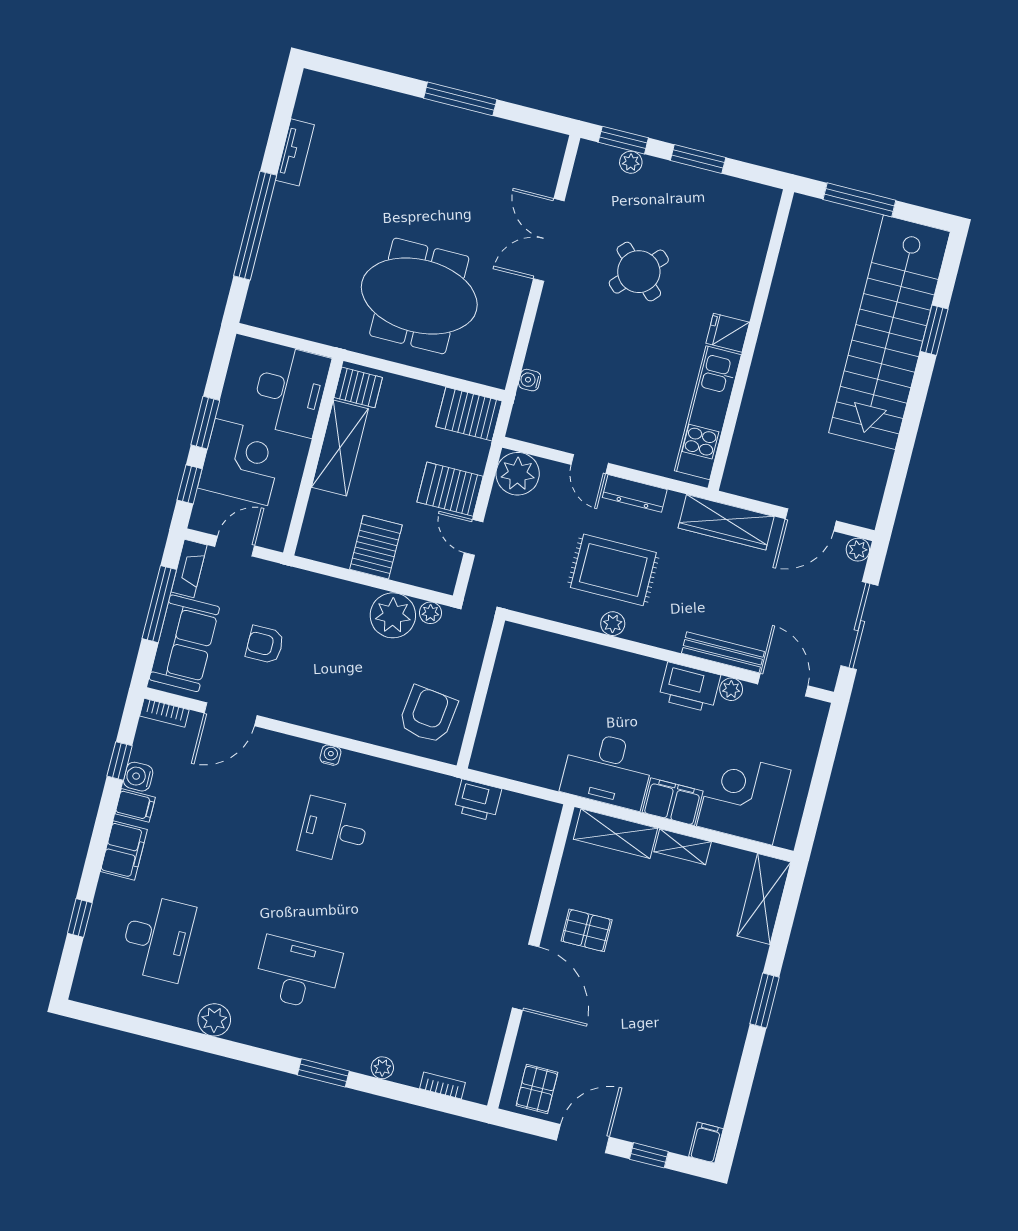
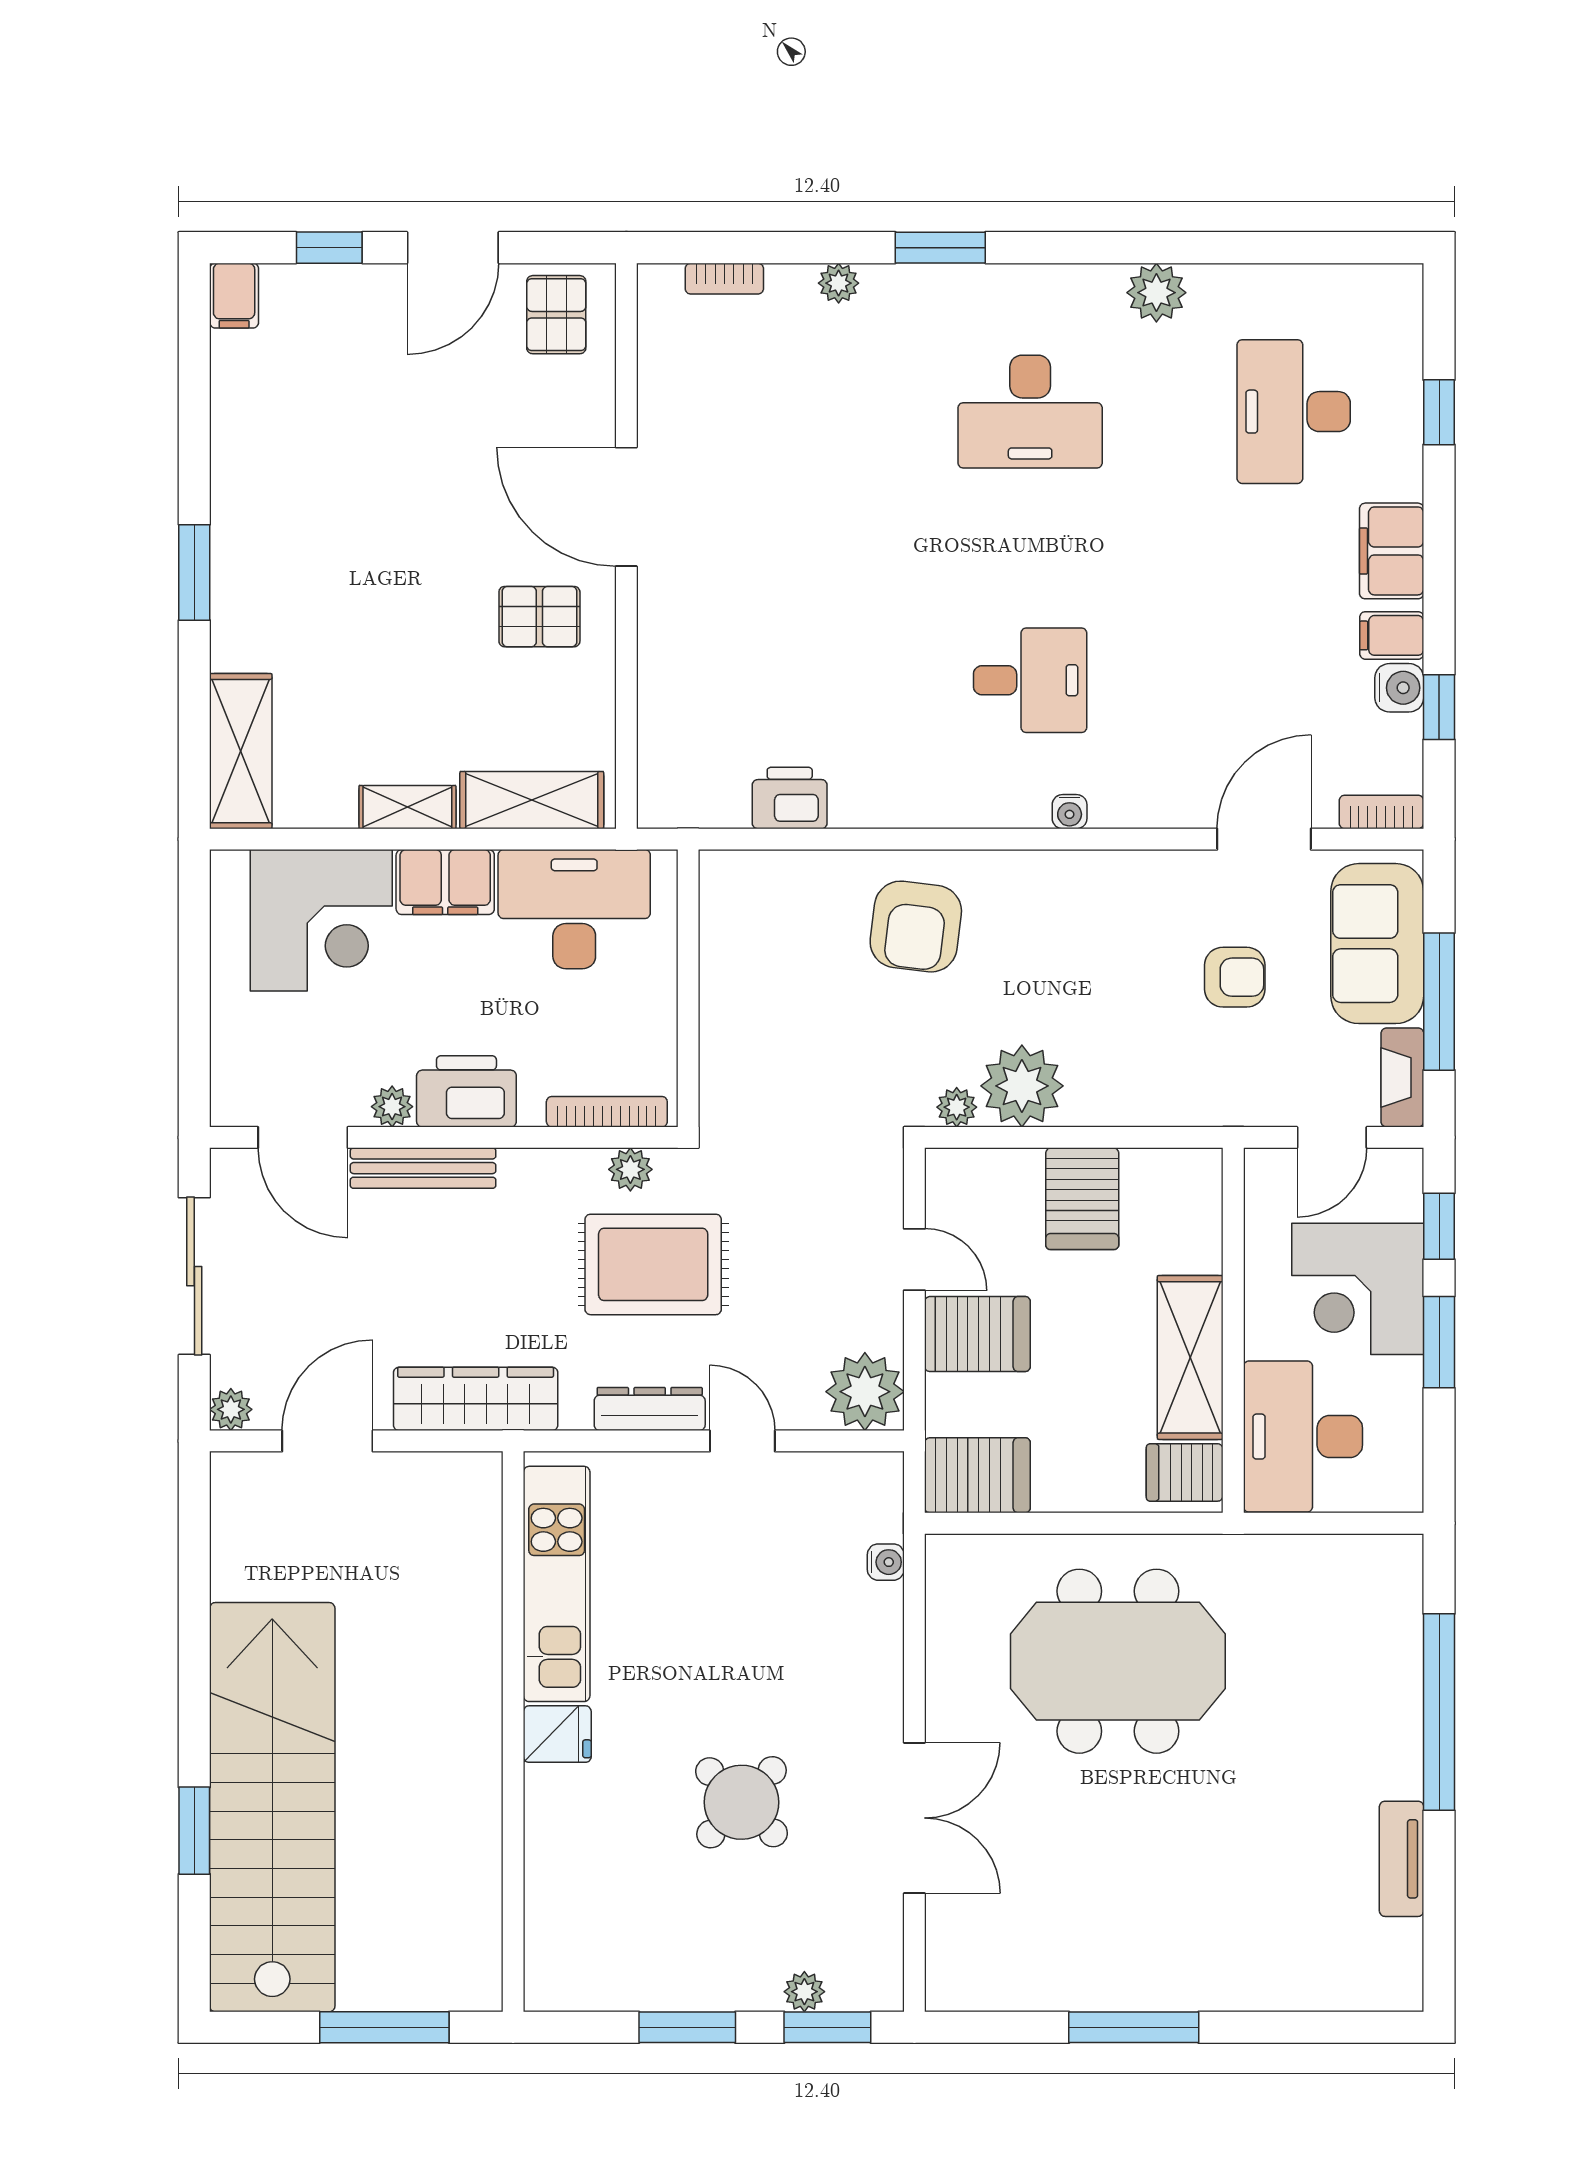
bookcase: (617, 658) -> (607, 1112), added
wall: (481, 693) -> (688, 988), moved

